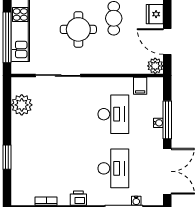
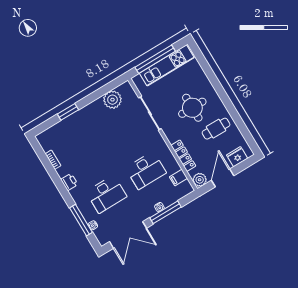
locker: (121, 68) -> (183, 156), added

